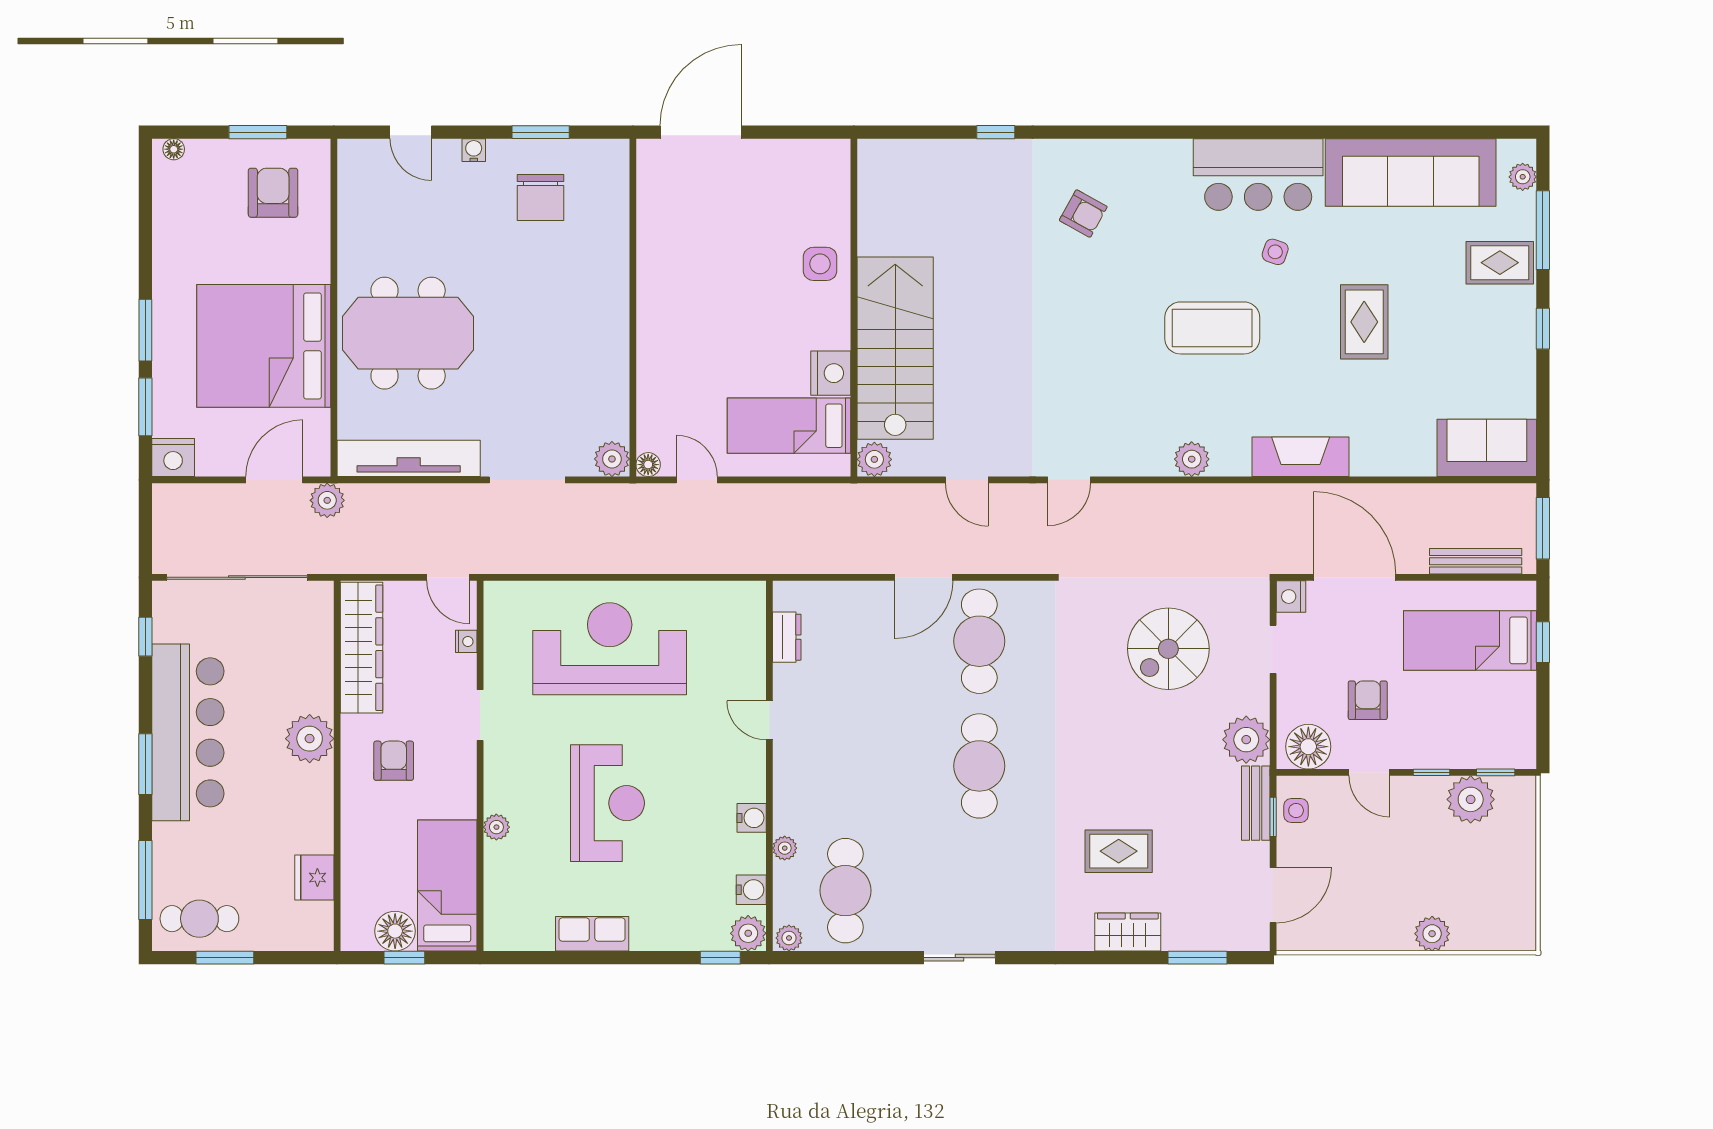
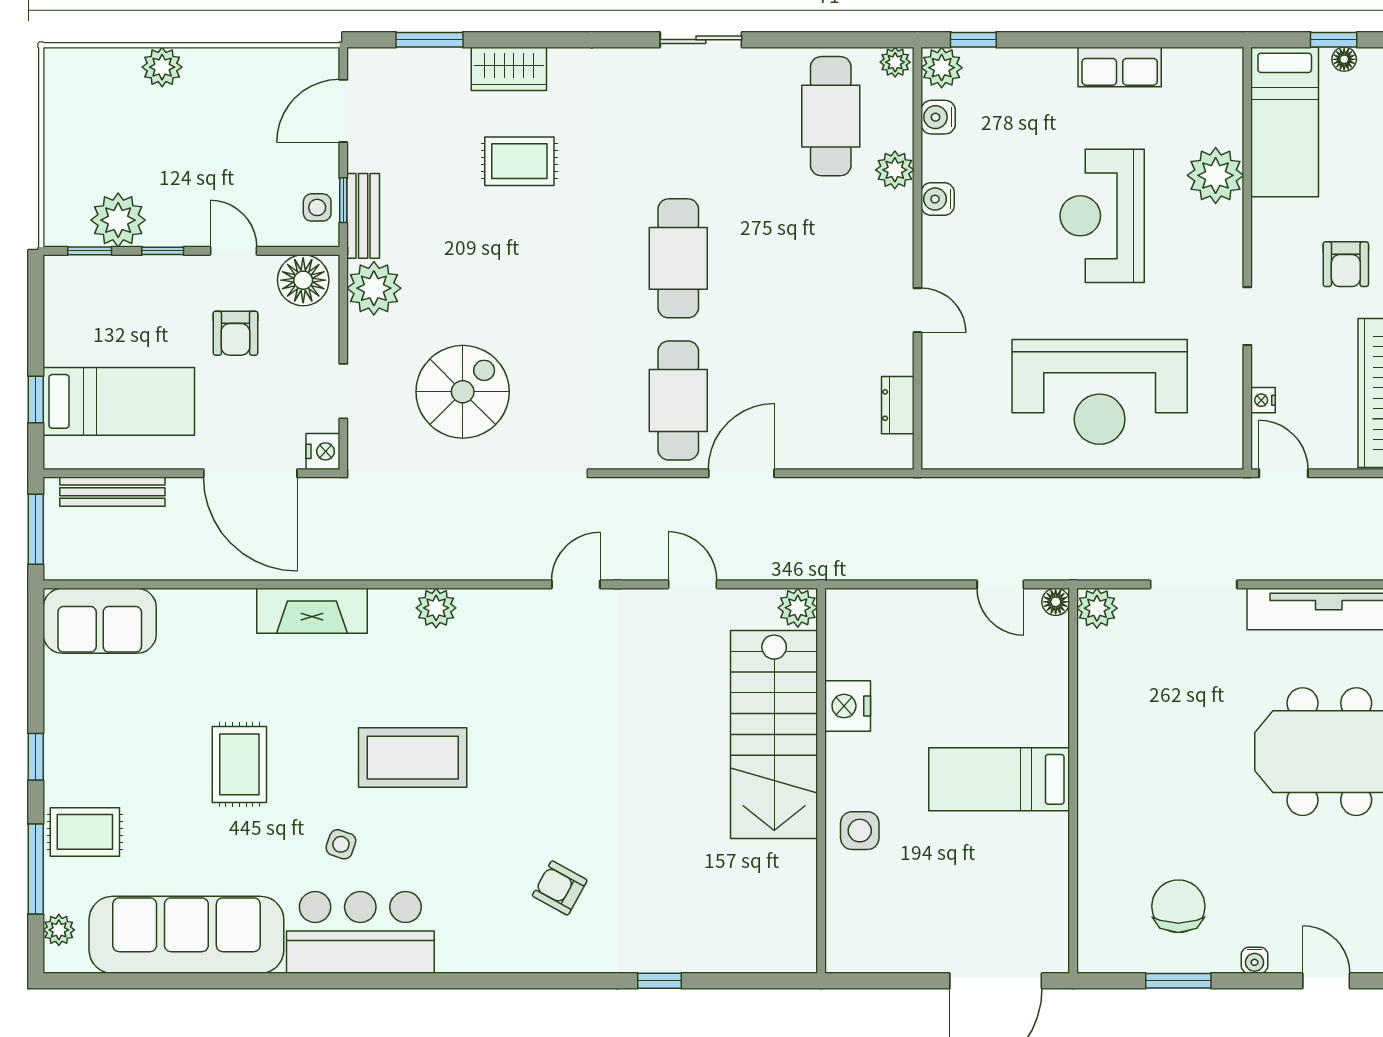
bed: (789, 426) -> (999, 779), moved, turned 180
plant: (496, 827) -> (1216, 175), width x1.88, depth x1.88
plant: (785, 848) -> (895, 170), width x1.38, depth x1.38
floor lamp: (395, 931) -> (1344, 59), width x0.53, depth x0.53

